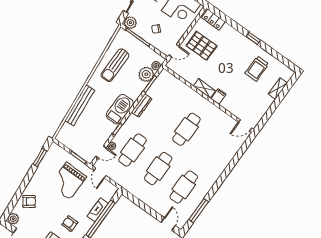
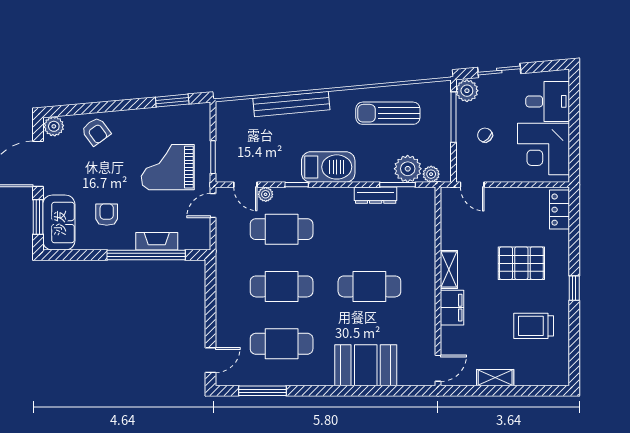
pallet: (202, 46) -> (521, 263), moved, turned 90
shelving: (278, 89) -> (495, 378), moved
filing cabinet: (219, 96) -> (452, 308), width x2.00
dresser: (142, 105) -> (376, 195), moved
door: (245, 125) -> (438, 368), swing flipped
booth: (220, 156) -> (366, 365), added

